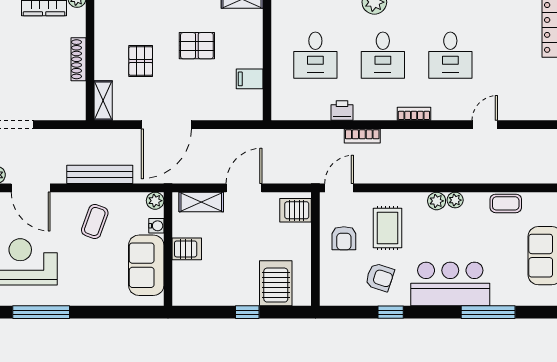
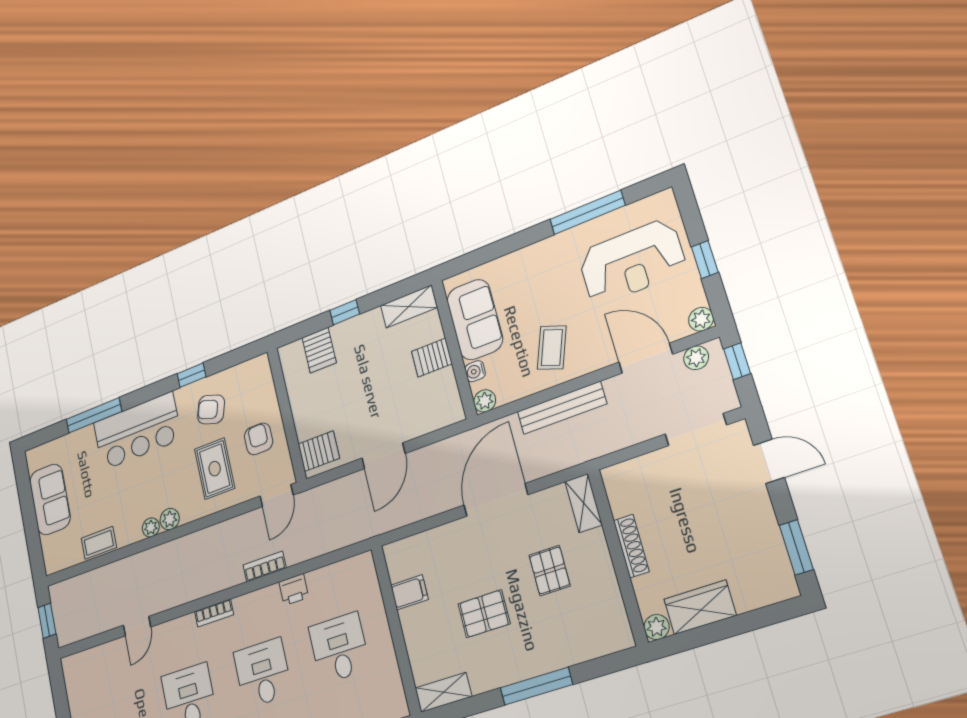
shelving: (201, 202) -> (409, 307), moved
server rack: (276, 283) -> (319, 350), width x0.73, depth x0.70

